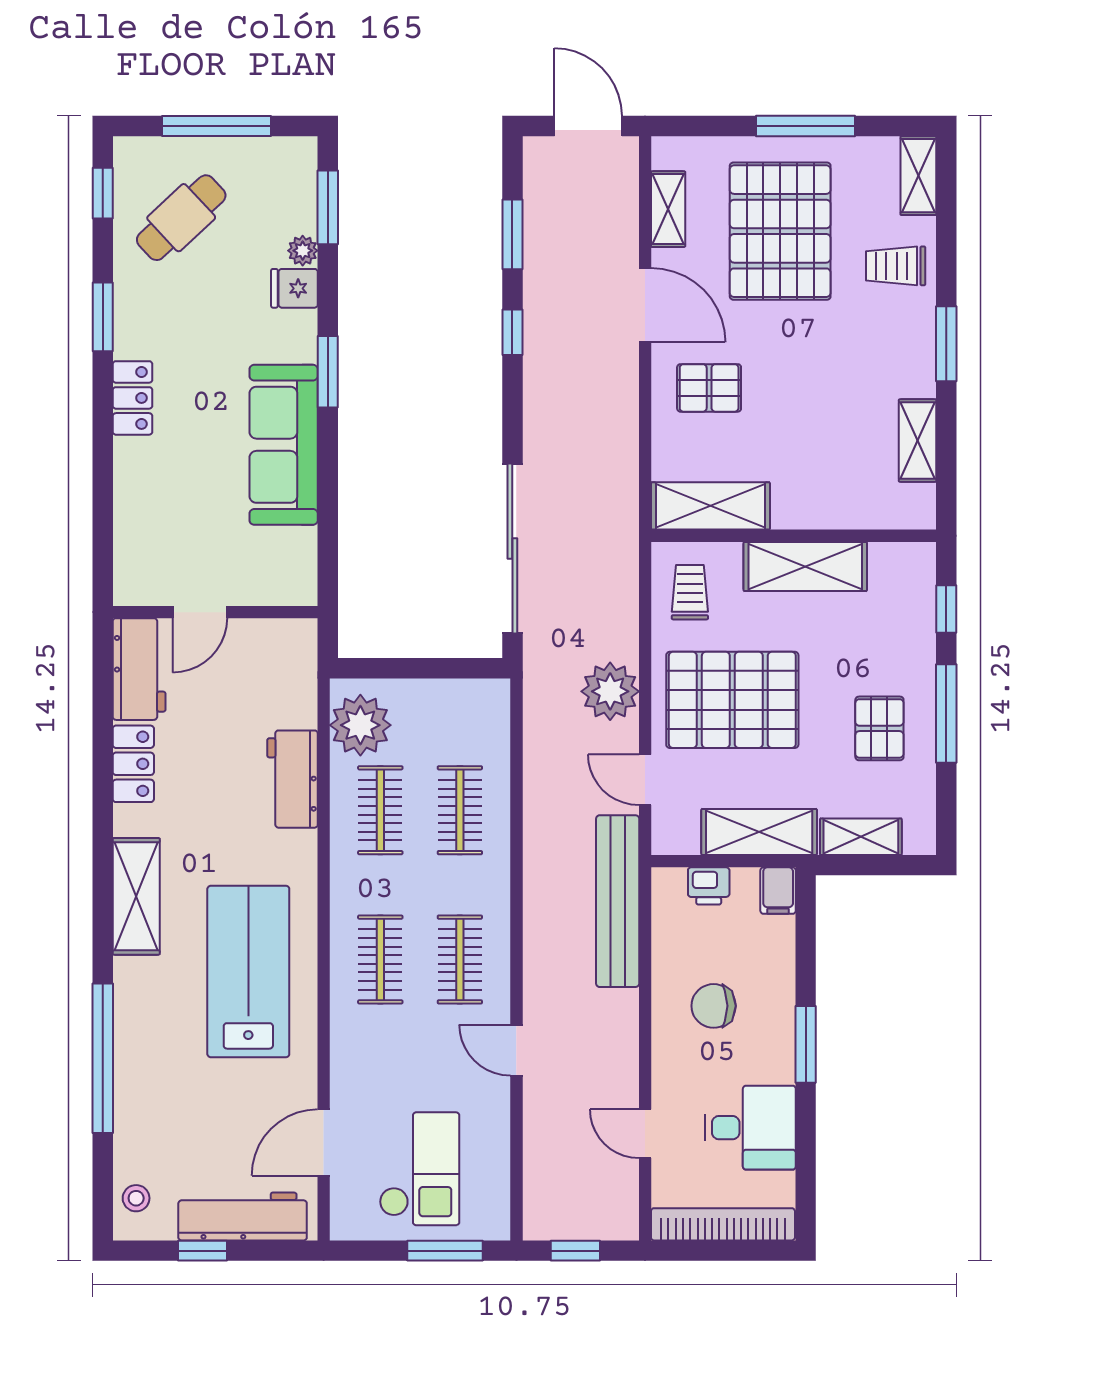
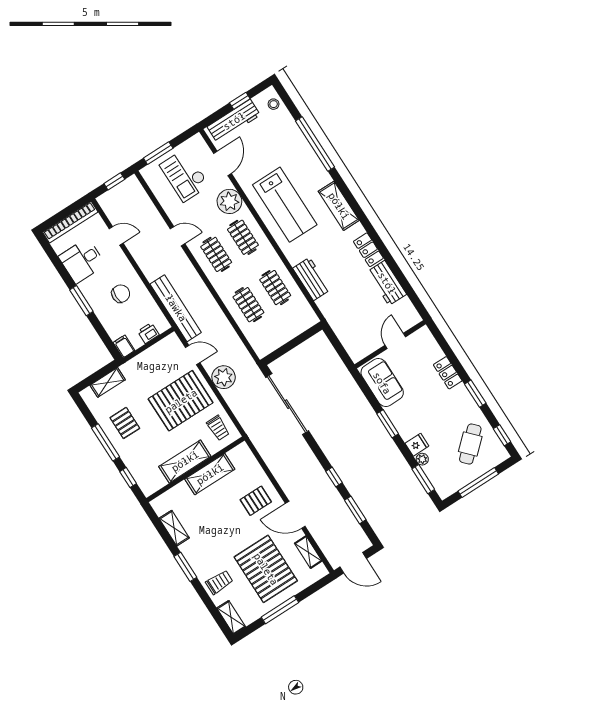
sofa: (284, 445) -> (382, 383), width x0.73
shelving: (710, 506) -> (210, 474), moved
door: (200, 612) -> (395, 341), moved
wall: (215, 612) -> (390, 344), moved
plant: (360, 725) -> (229, 201), moved
shelving: (759, 832) -> (143, 362), removed

